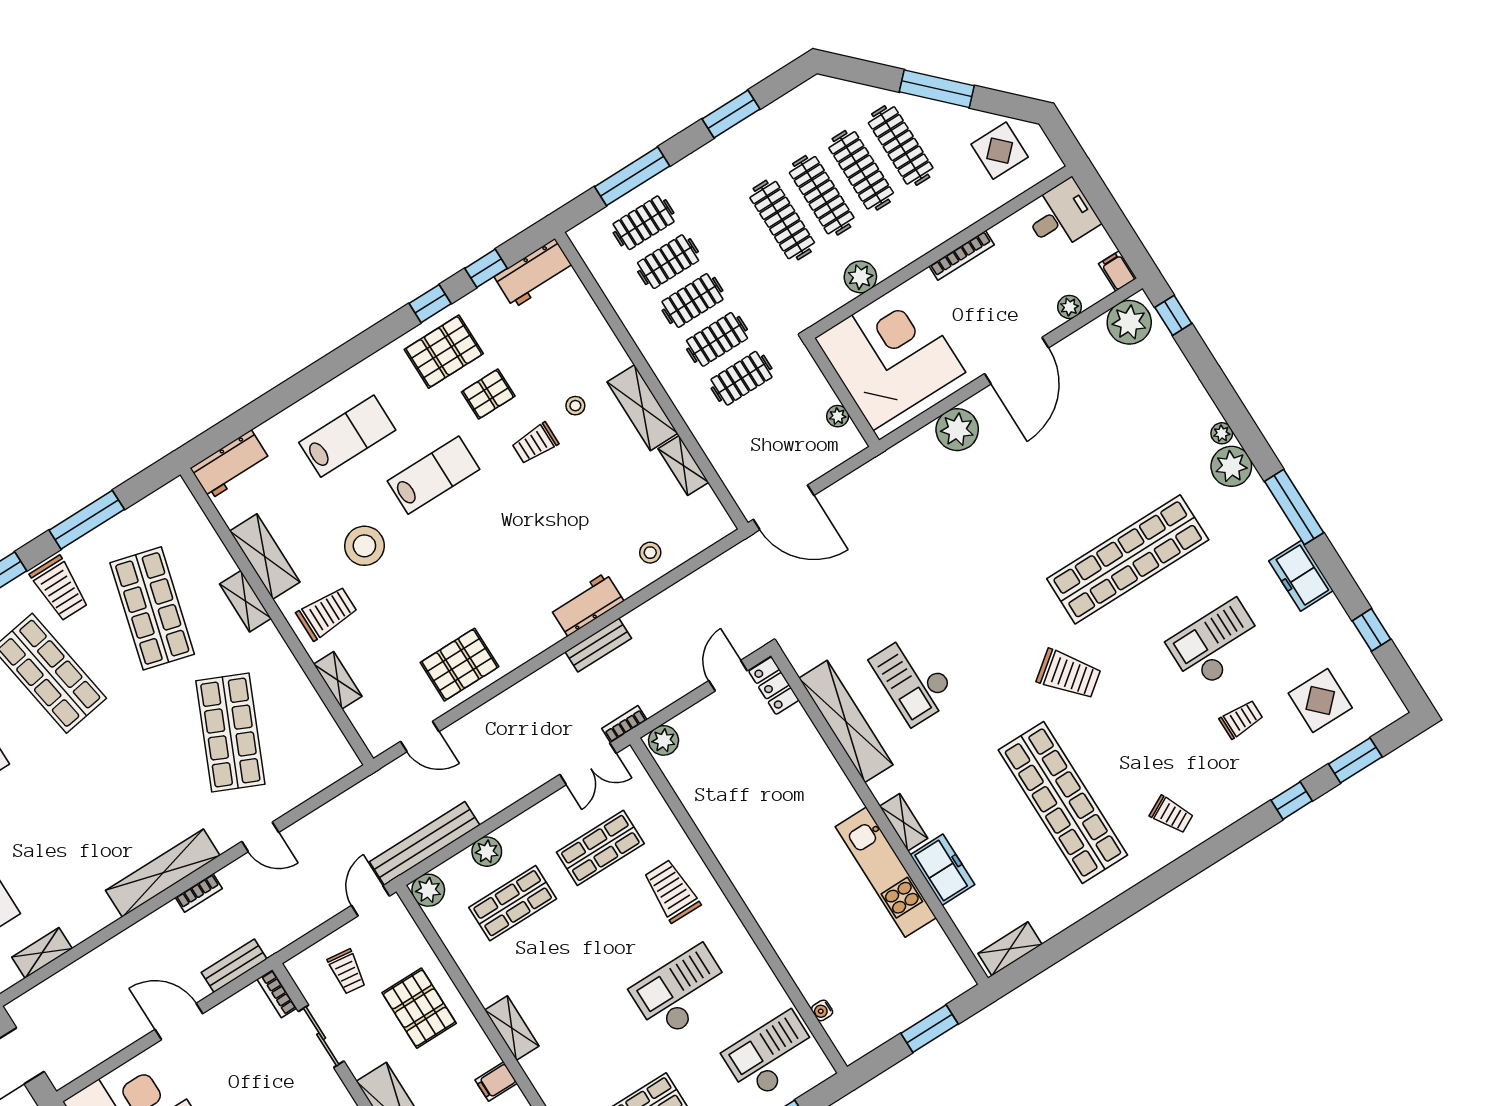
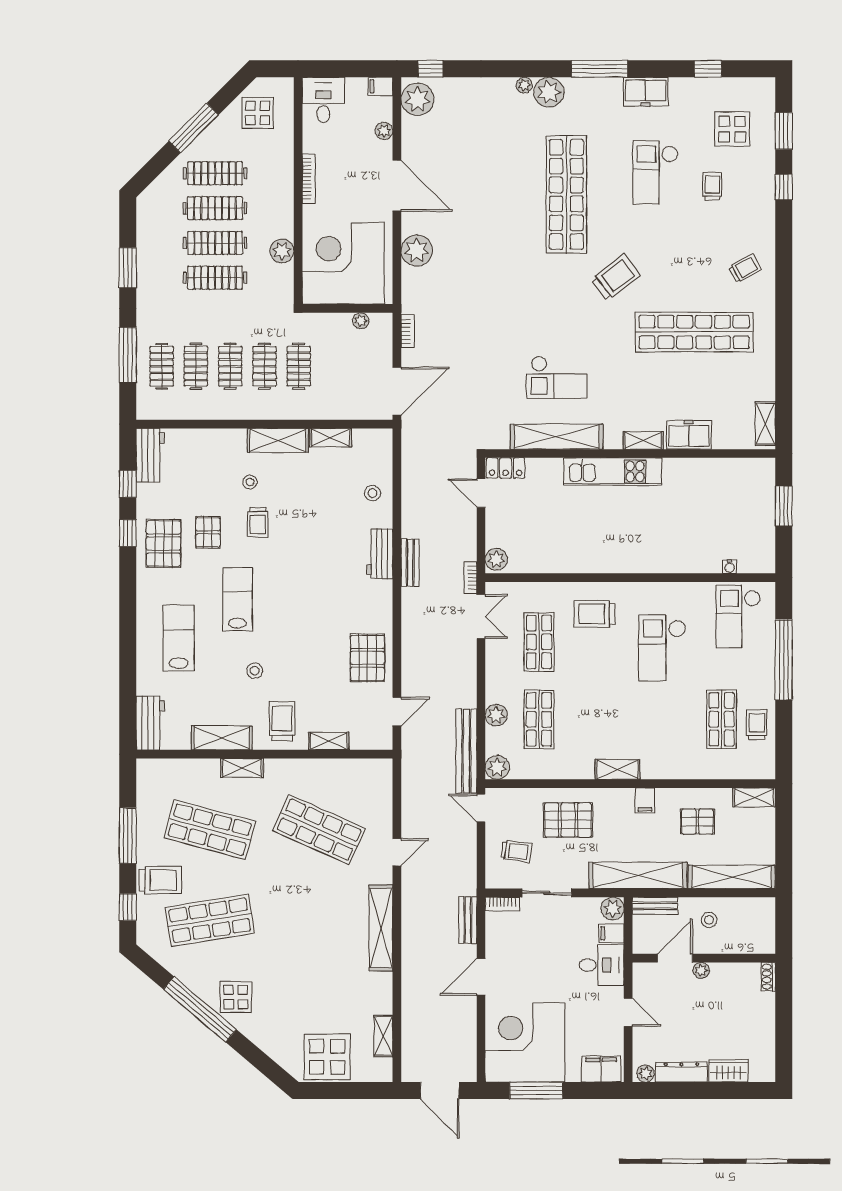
stool: (364, 546) -> (255, 671), width x0.53, depth x0.53
kitchen unit: (886, 872) -> (613, 471), moved
bookcase: (199, 893) -> (408, 331), moved

